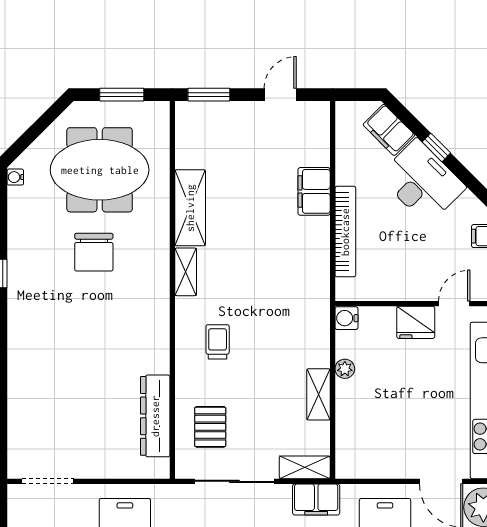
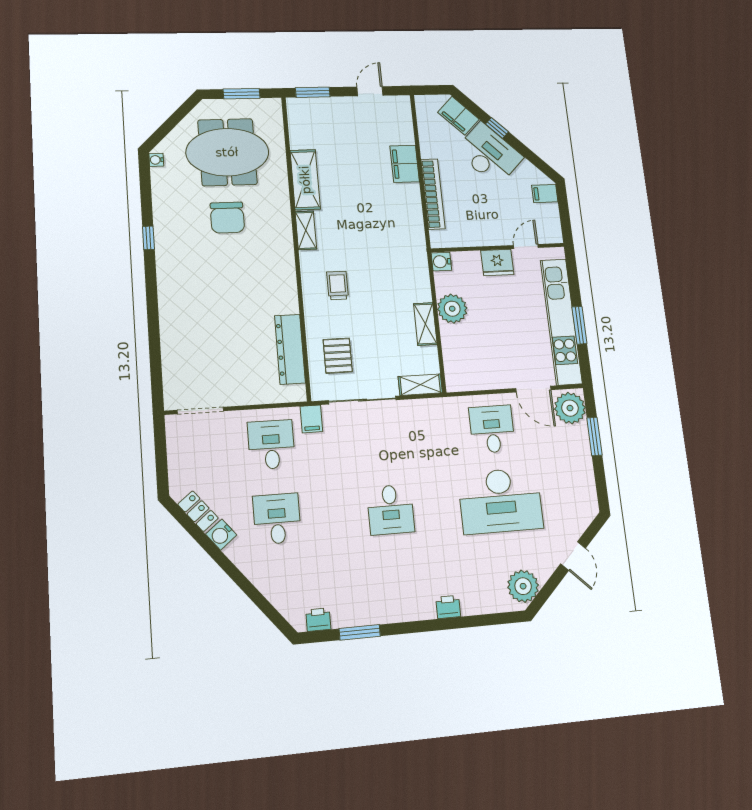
plant: (345, 369) -> (452, 309), width x1.88, depth x1.88
filing cabinet: (316, 499) -> (311, 419), moved, width x0.50

